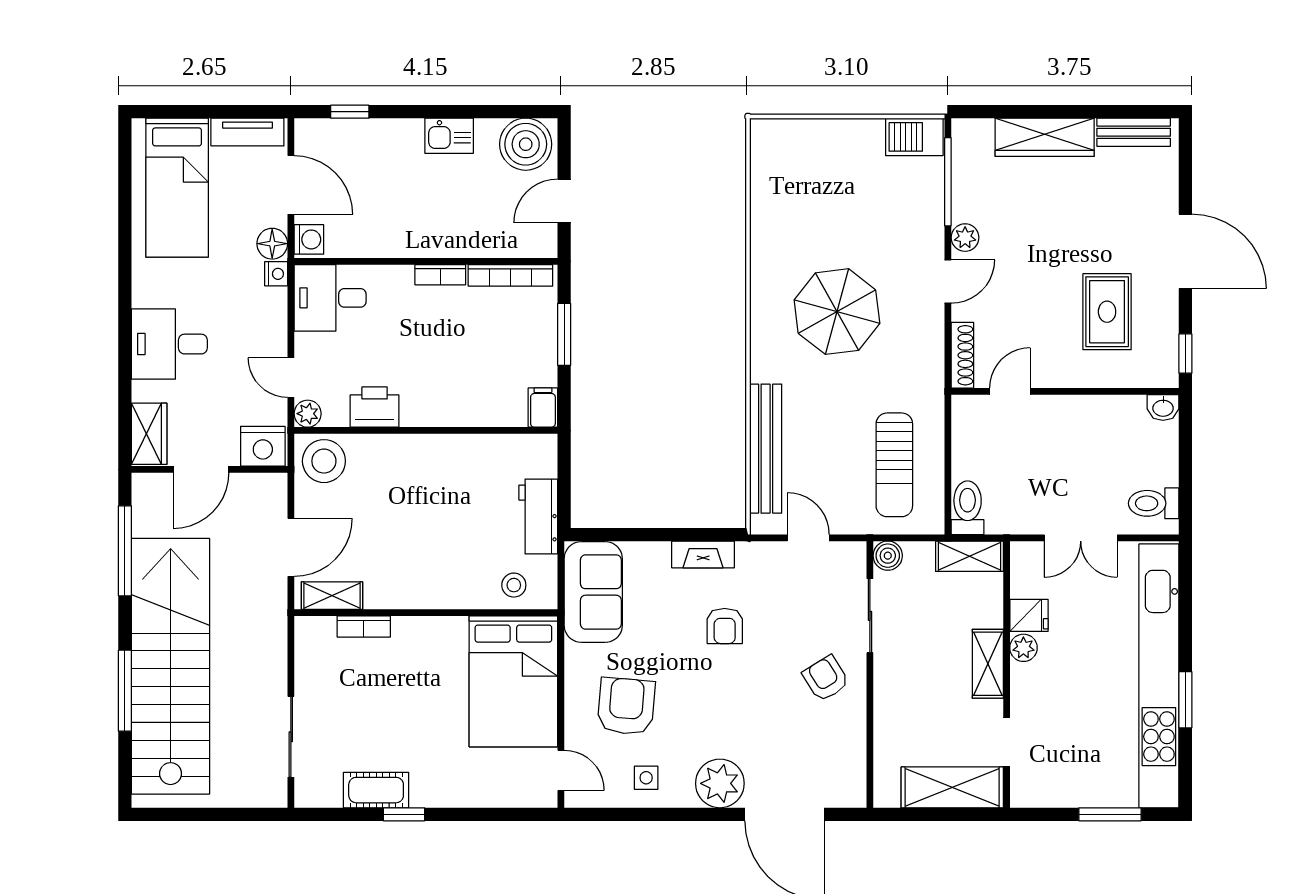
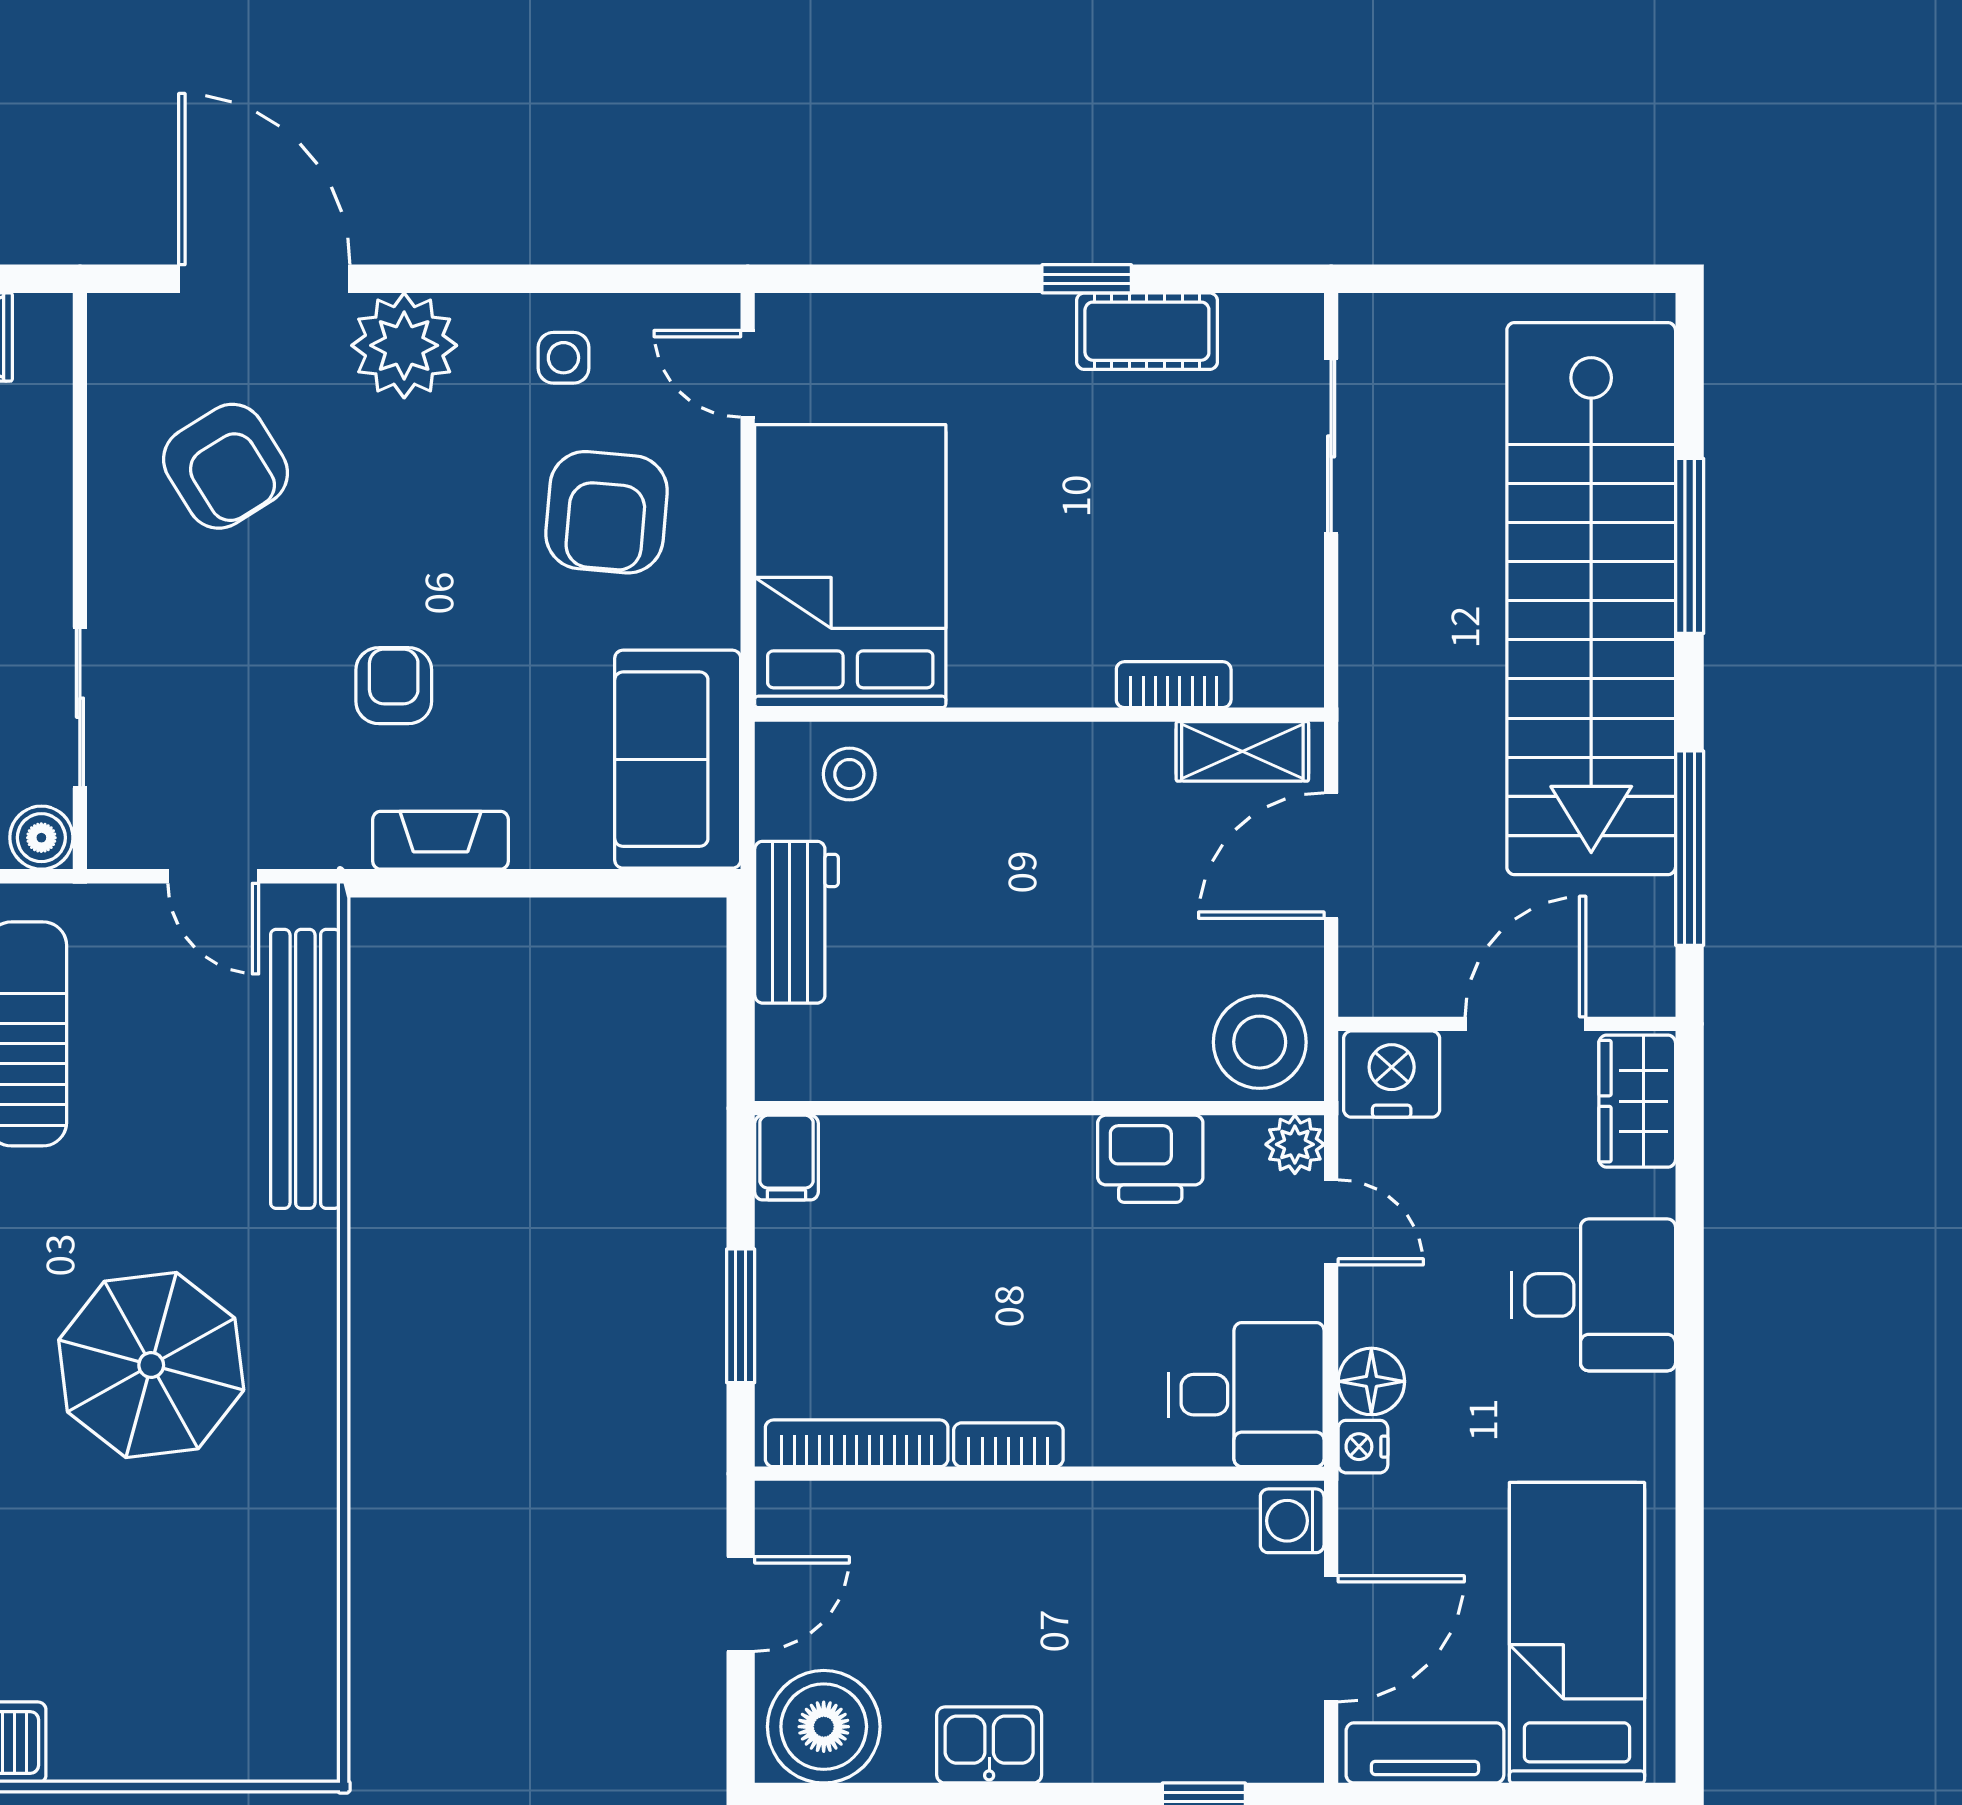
door: (291, 185) -> (1331, 1639), swing flipped
floor lamp: (272, 244) -> (1371, 1381), moved
armchair: (826, 678) -> (226, 466), moved, width x1.38, depth x1.38

